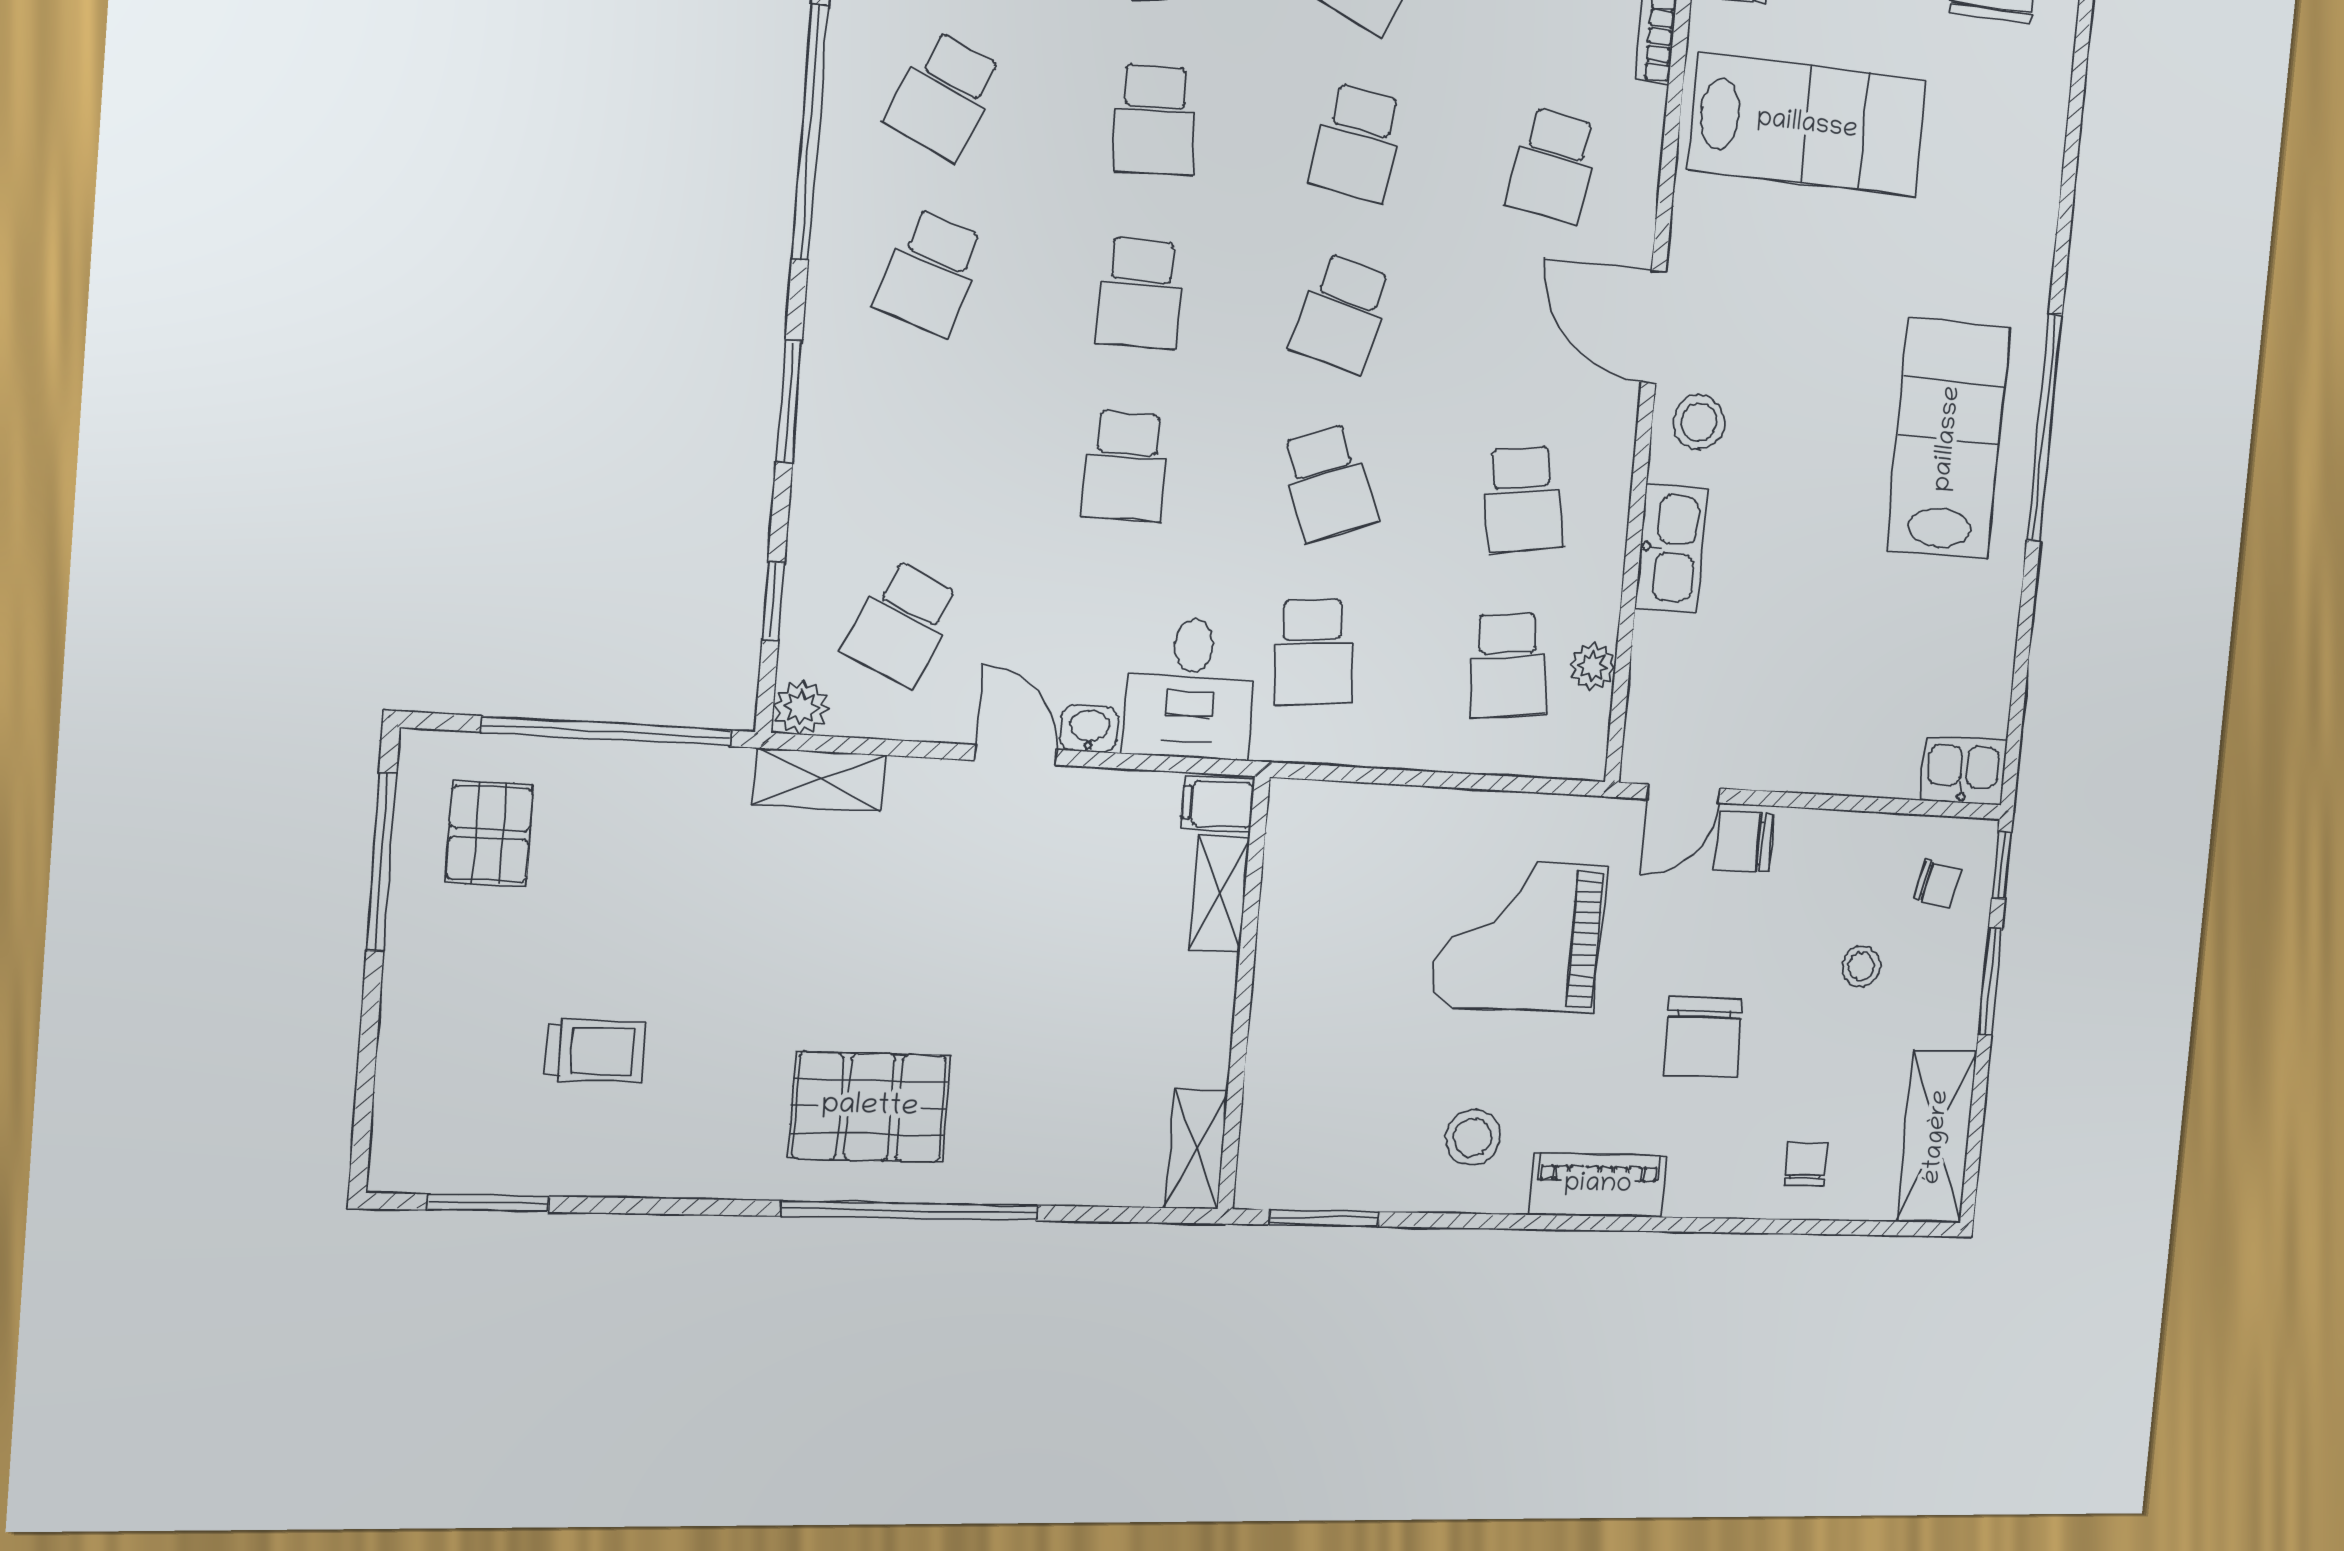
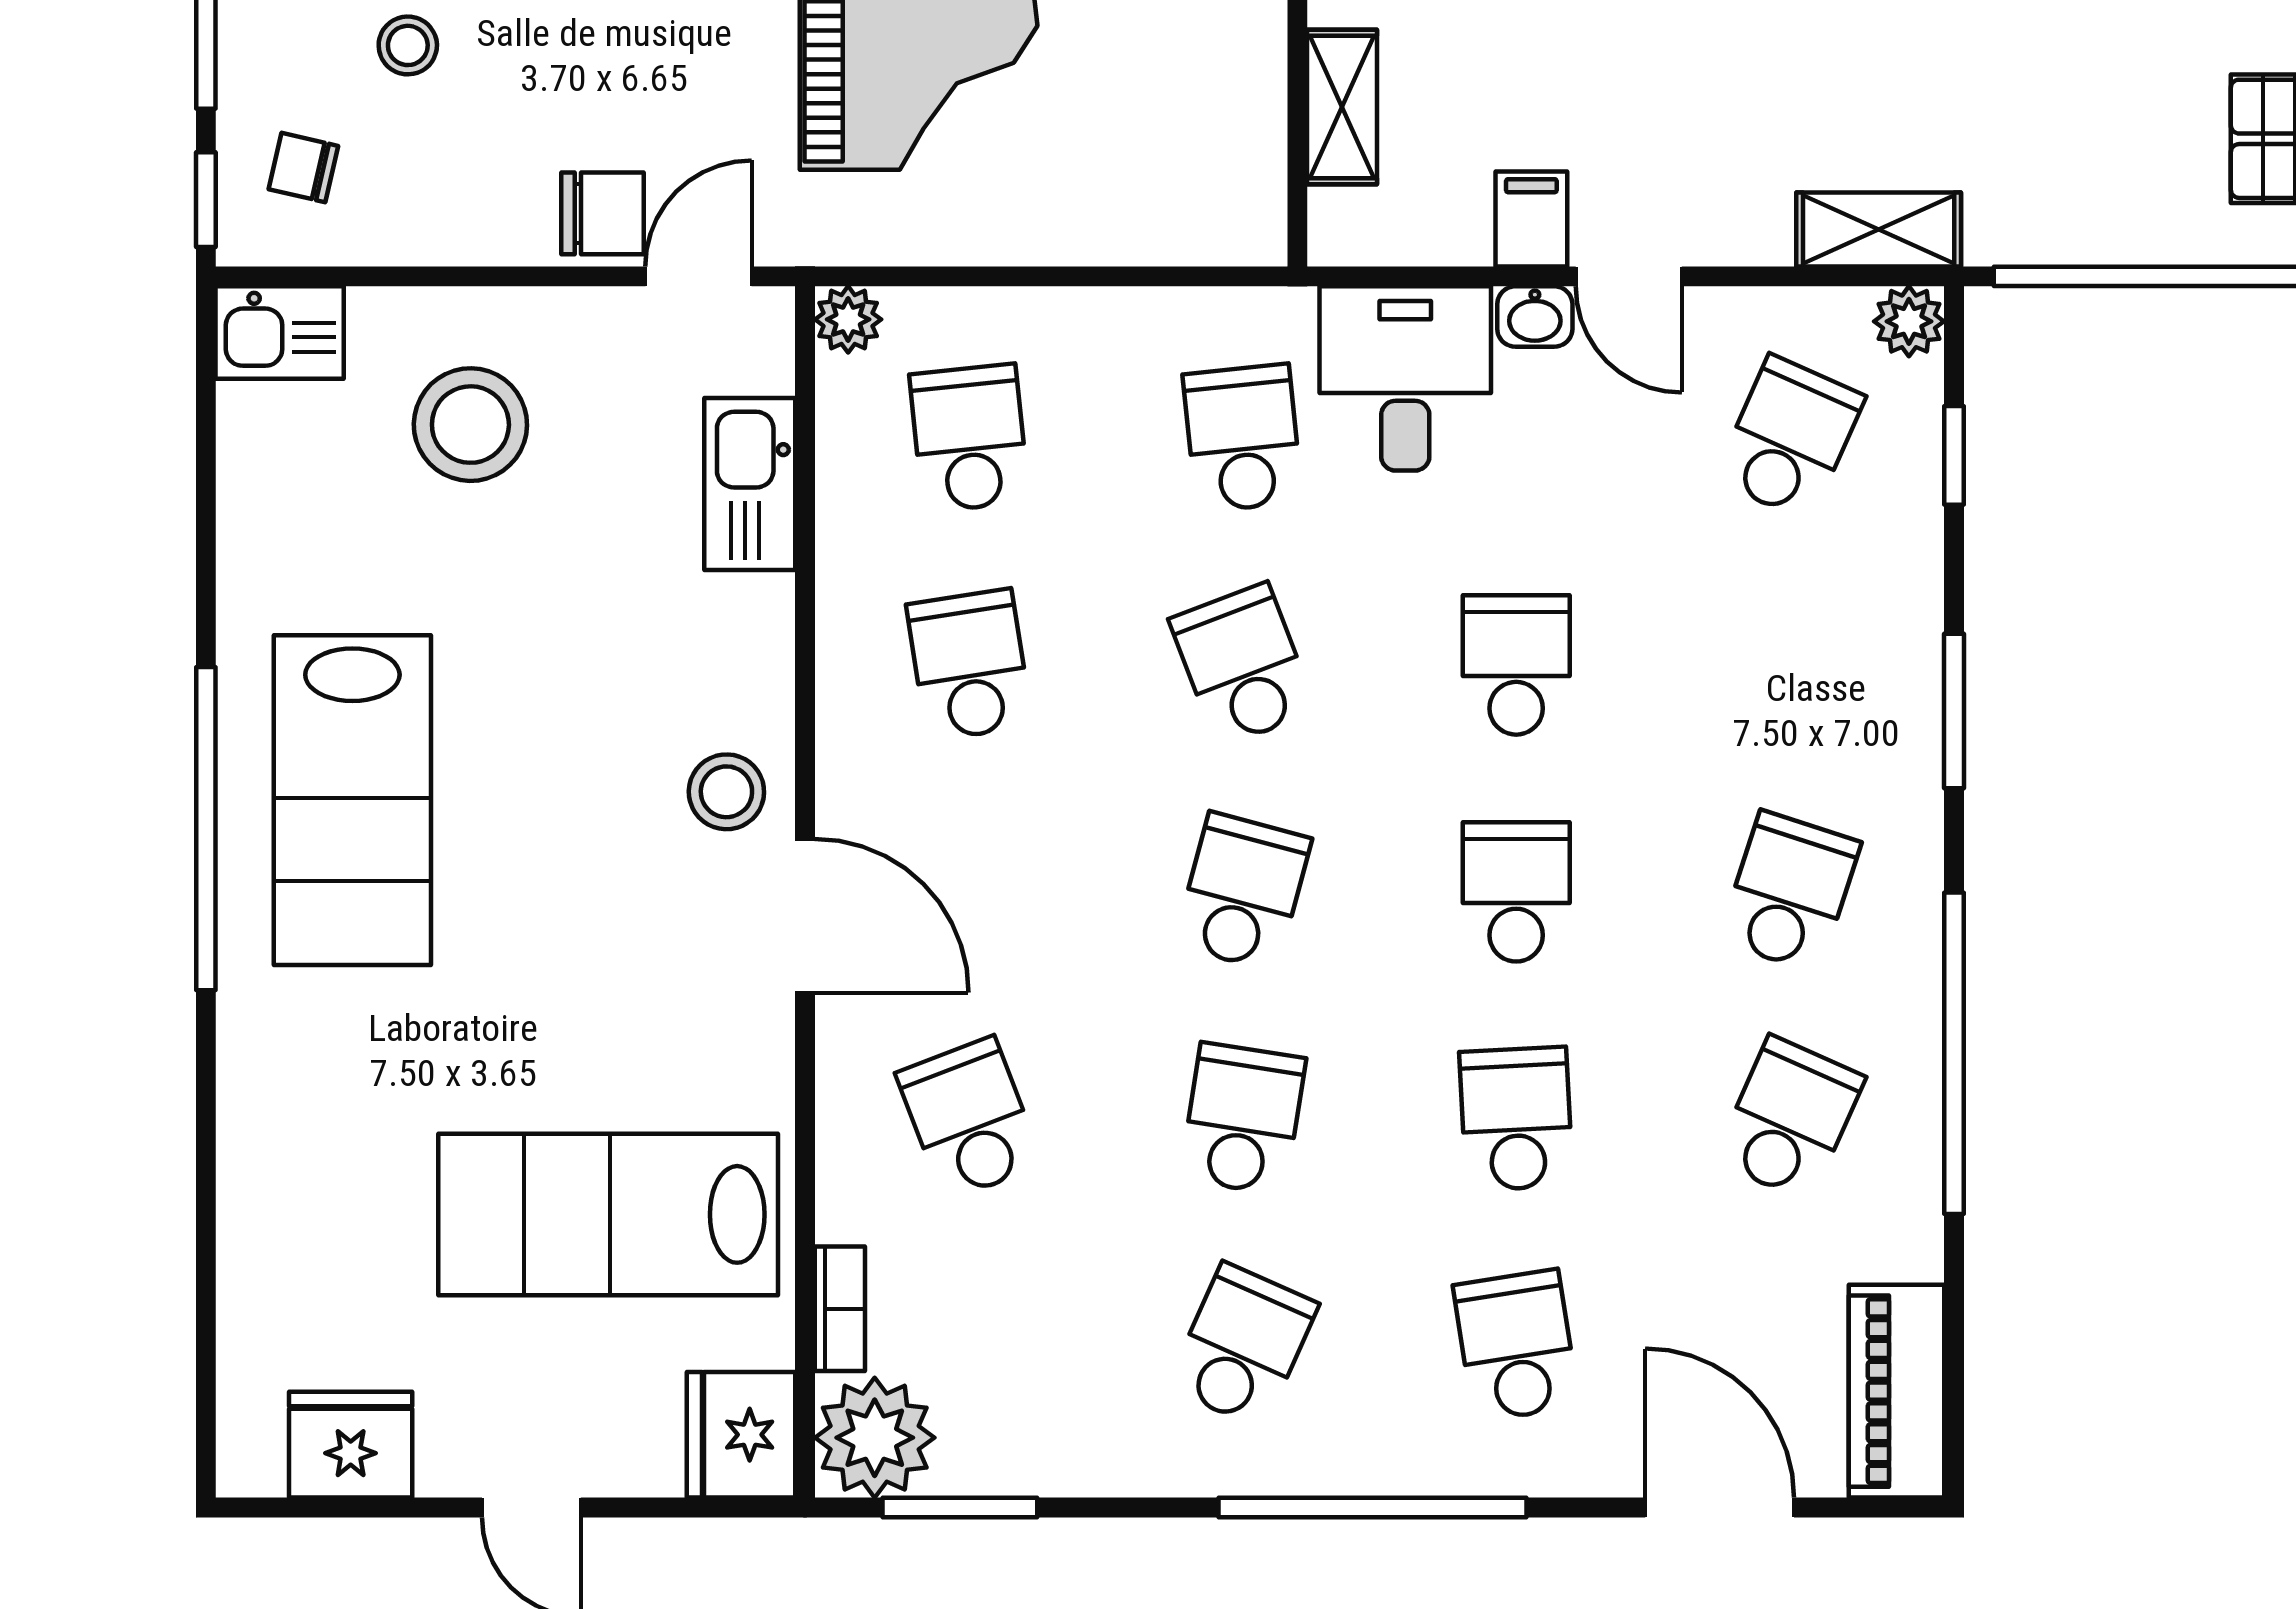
school desk: (1553, 165) -> (969, 1119), turned -30
kitchen sink: (1671, 548) -> (750, 484), moved
plant: (1593, 666) -> (848, 319), moved
stool: (1846, 698) -> (470, 425), added
filing cabinet: (1218, 804) -> (1531, 219), moved, turned -90

